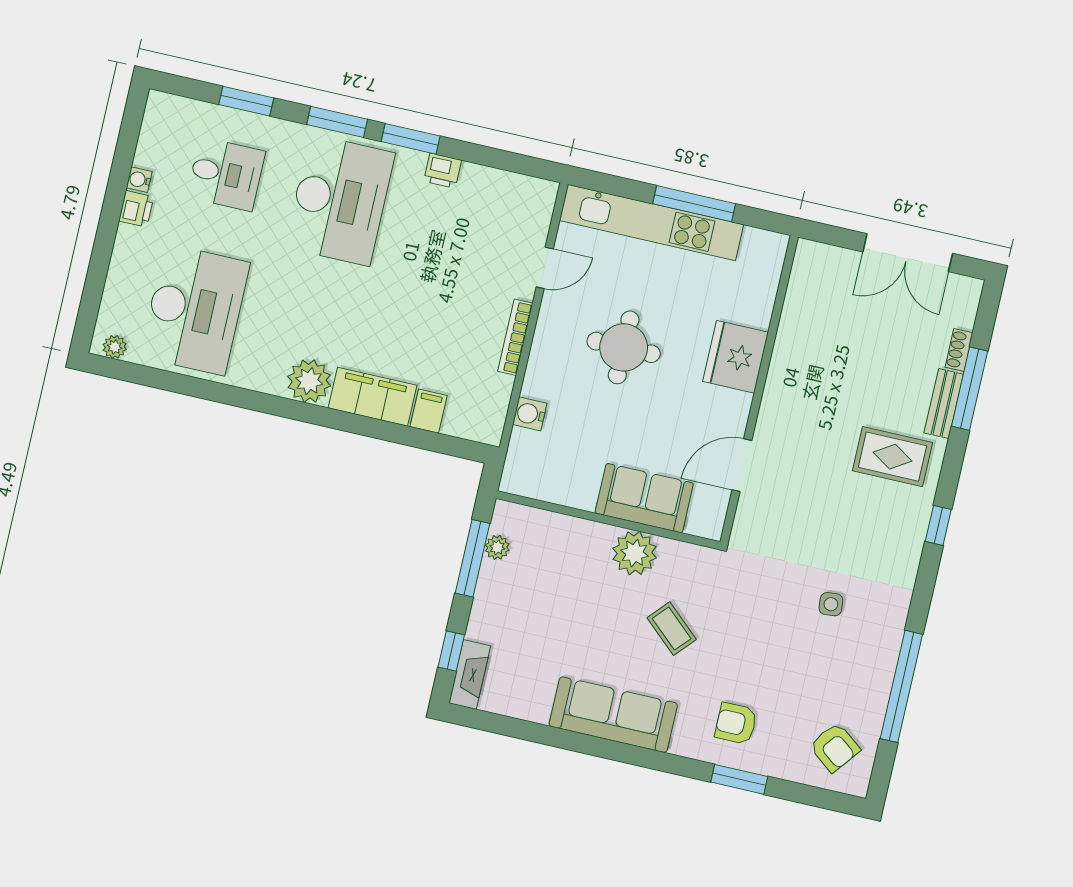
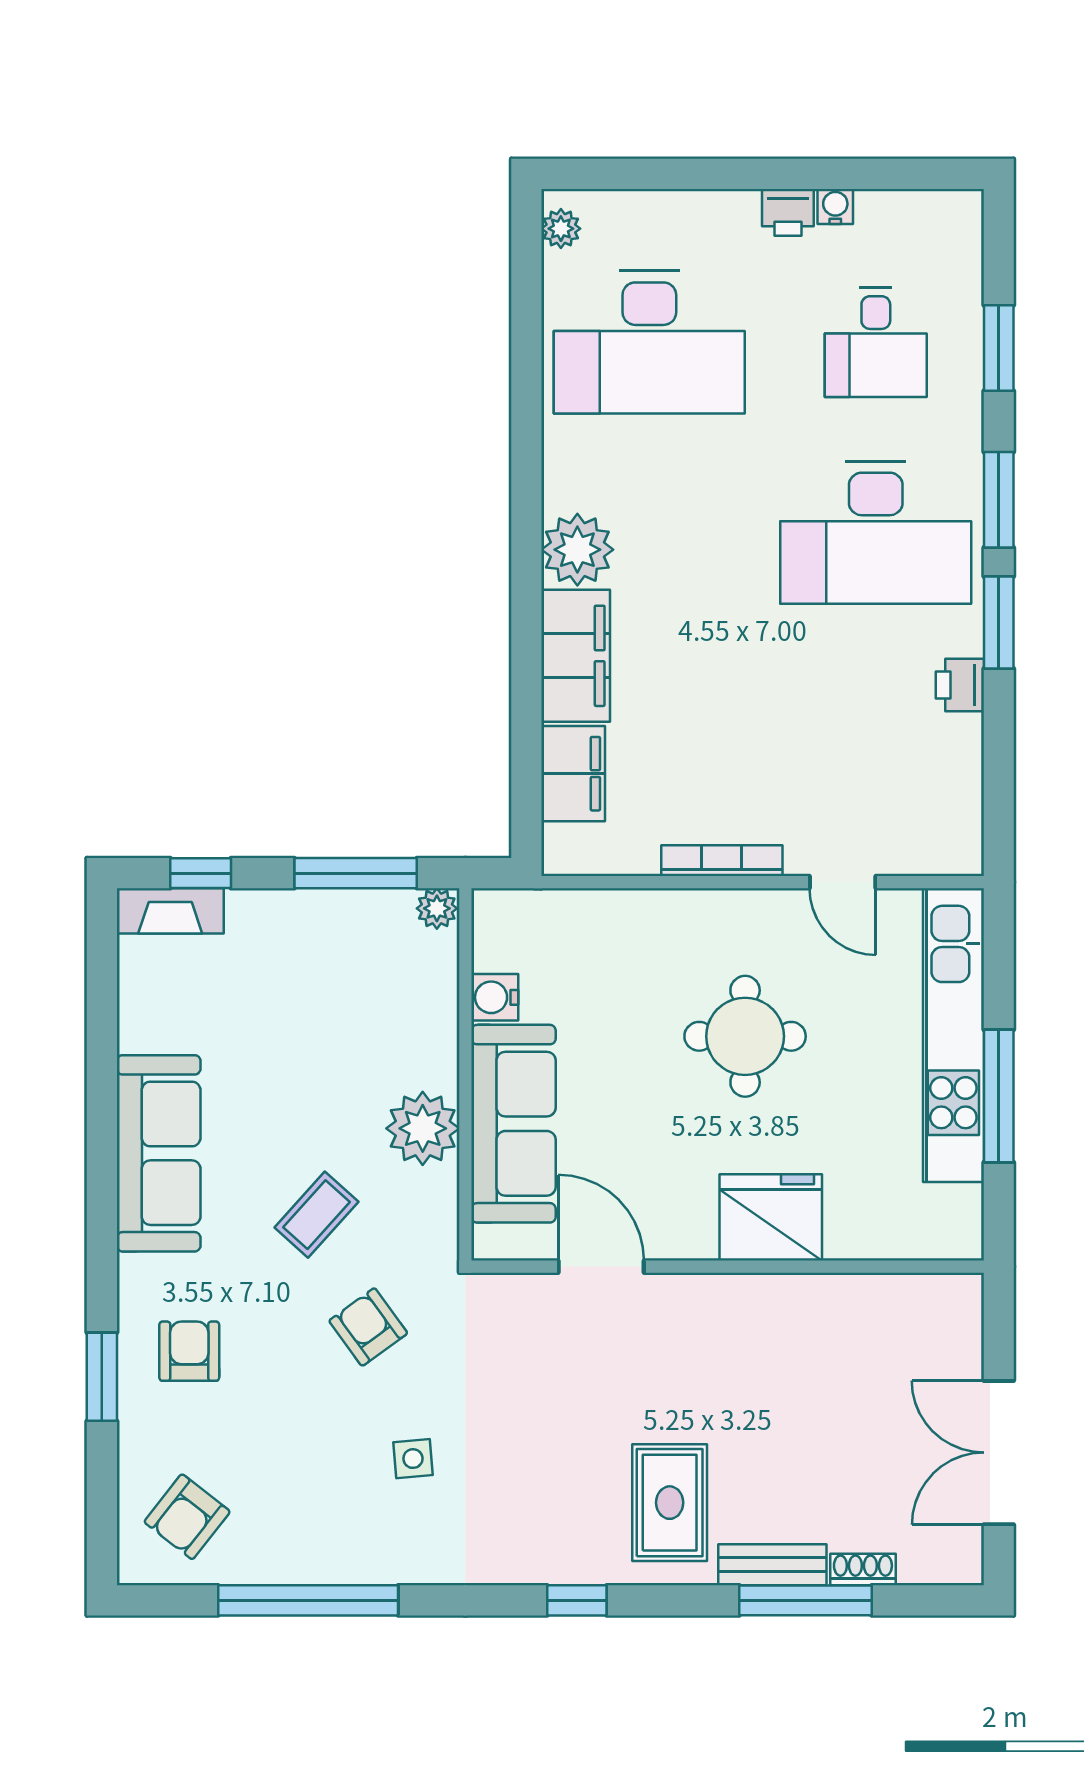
filing cabinet: (428, 411) -> (573, 774), width x2.00
water cooler: (530, 414) -> (495, 997), moved, turned -90
sofa: (644, 498) -> (513, 1124), width x1.36
plant: (497, 547) -> (437, 908), moved
armchair: (746, 613) -> (368, 1327), added

